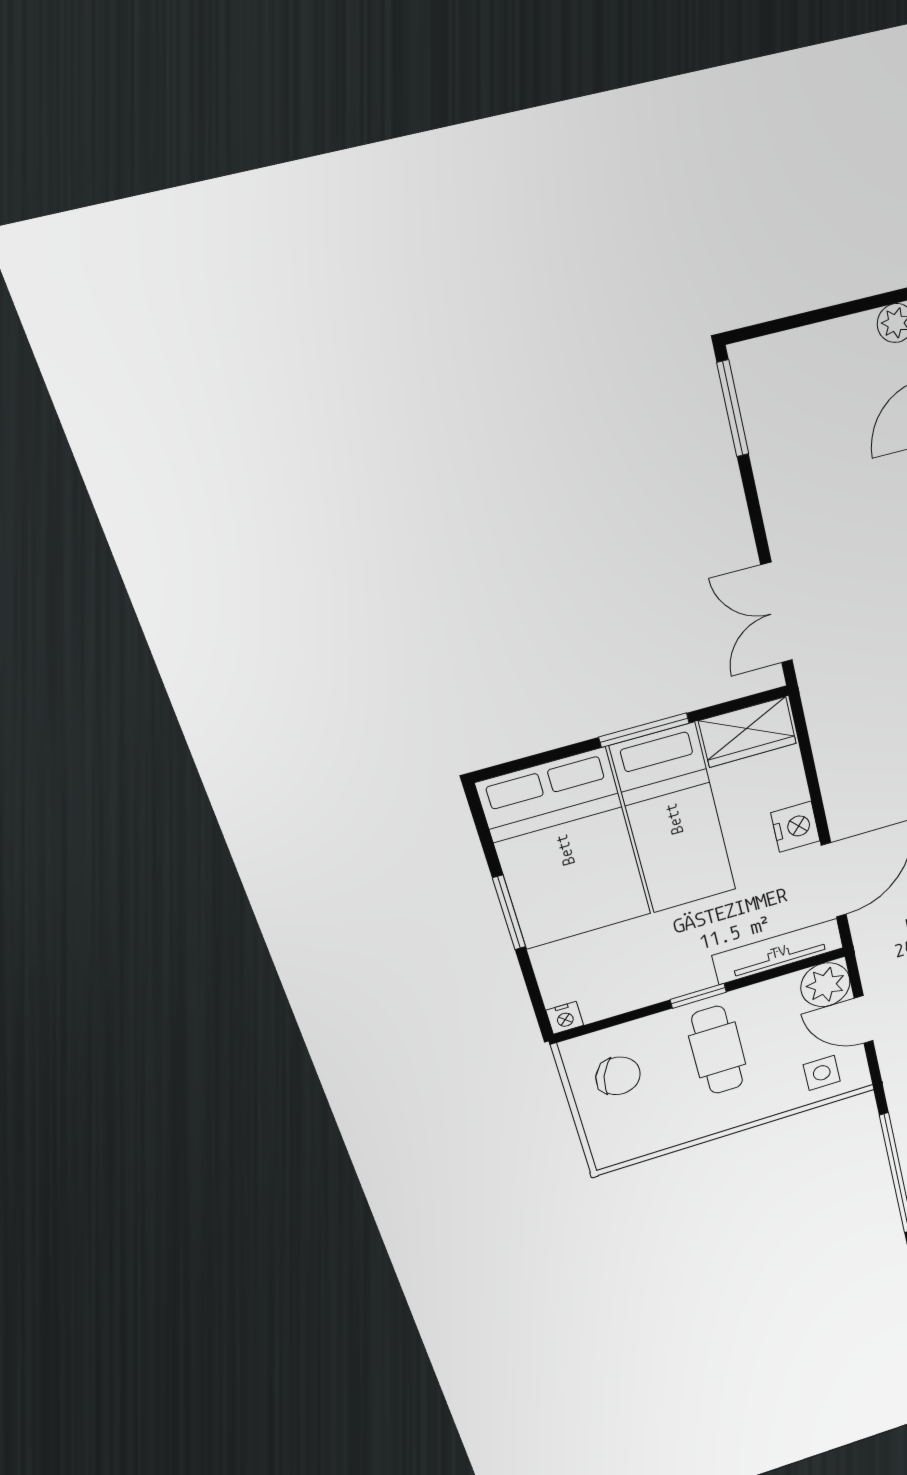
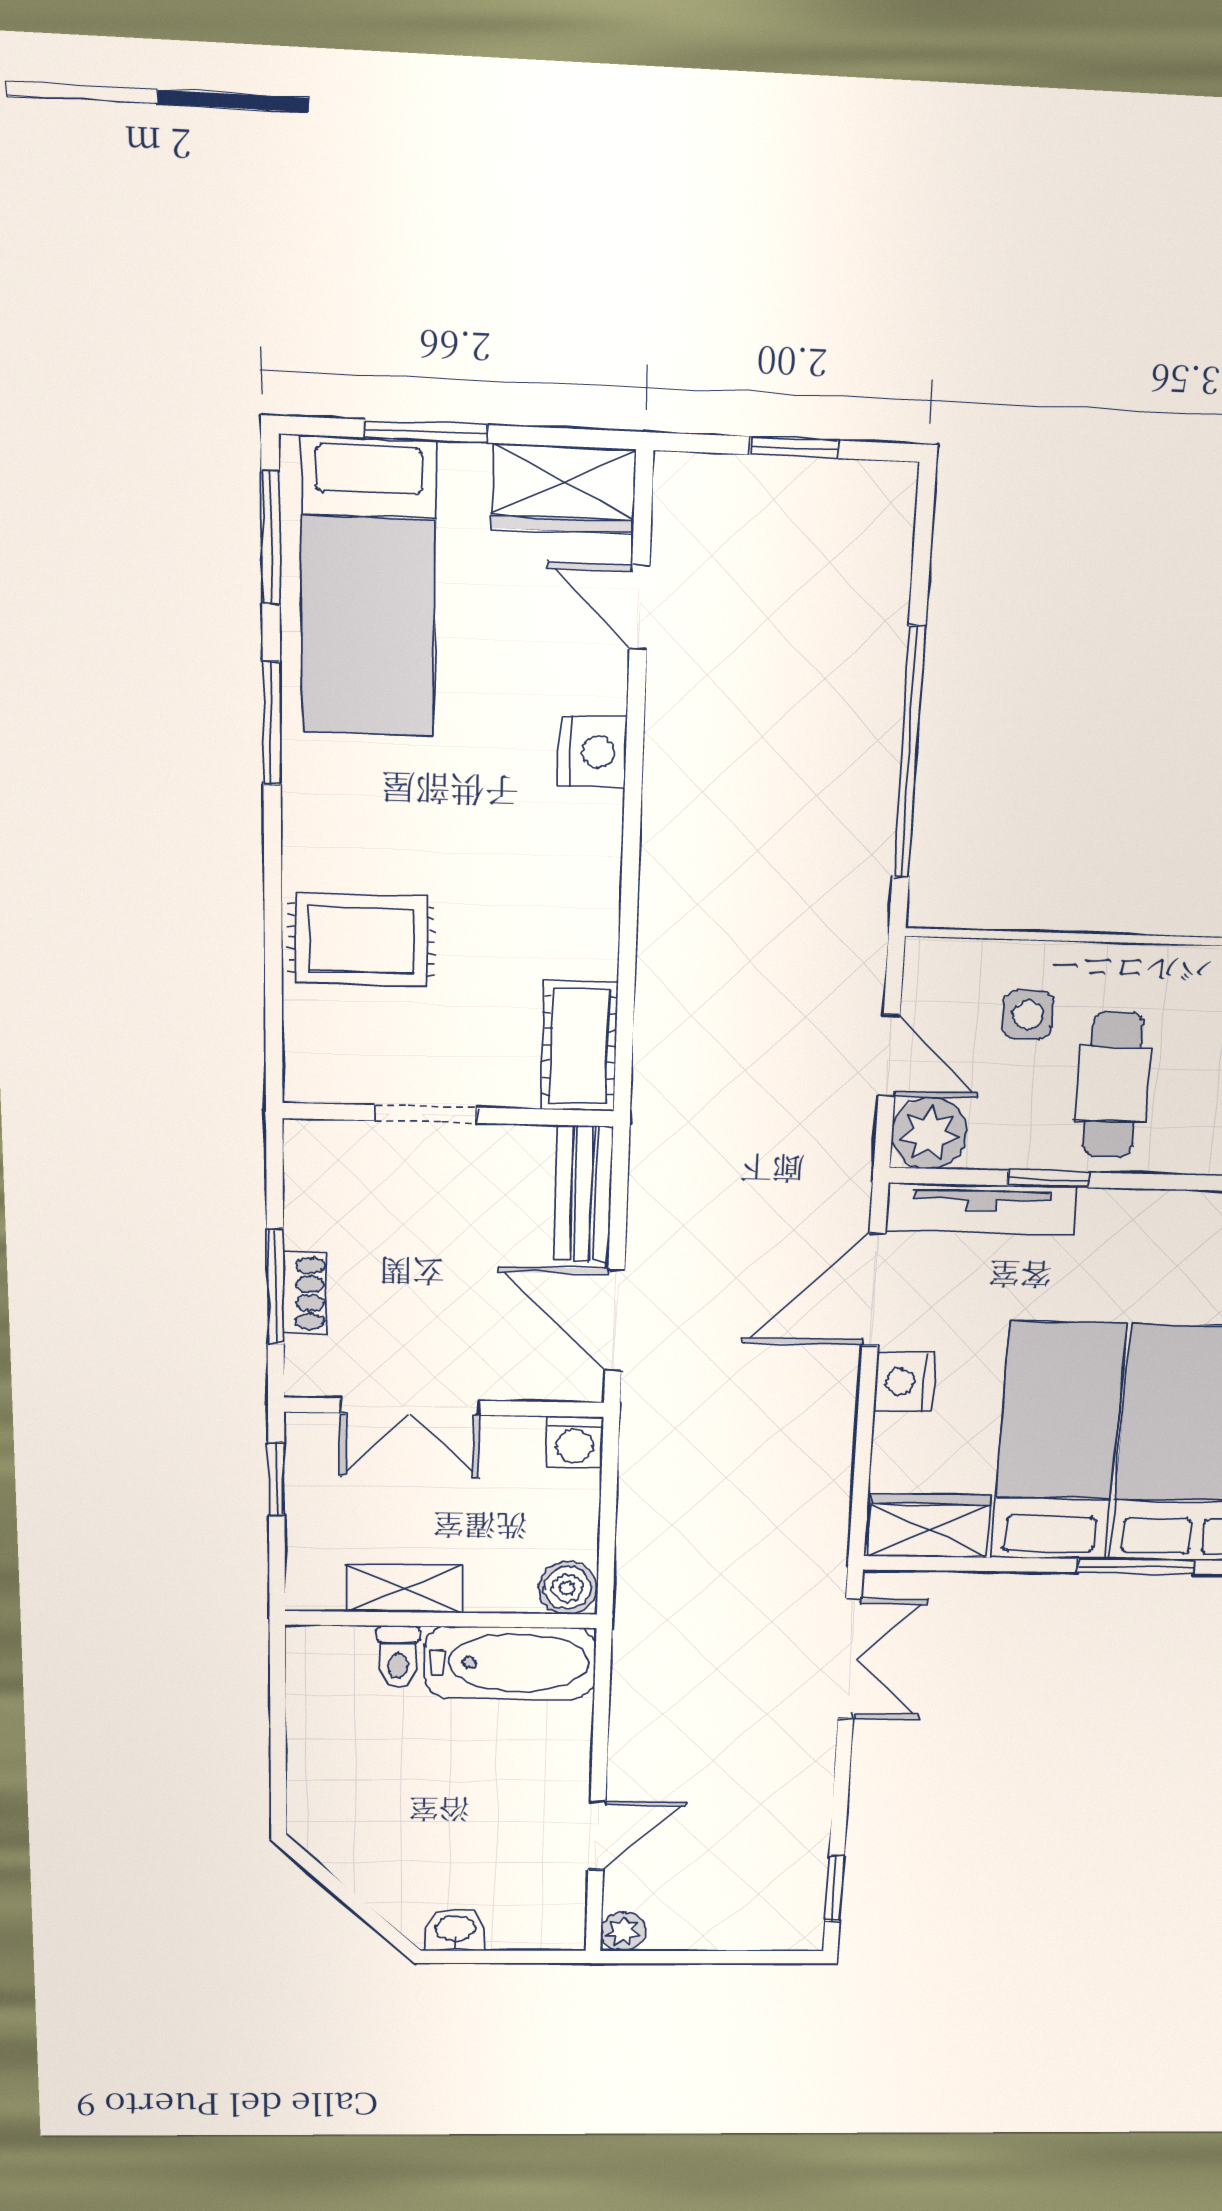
window: (733, 409) -> (835, 1889), width x0.67
window: (644, 730) -> (1135, 1566), moved
window: (698, 996) -> (1049, 1179), moved
side table: (822, 1073) -> (1028, 1015), moved

